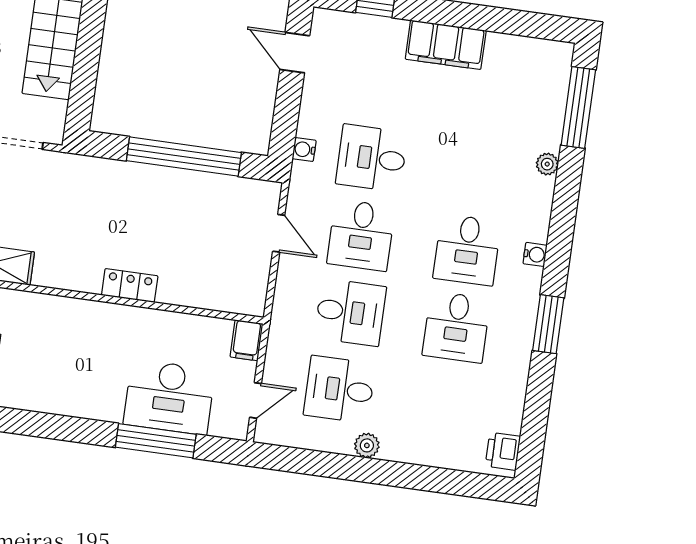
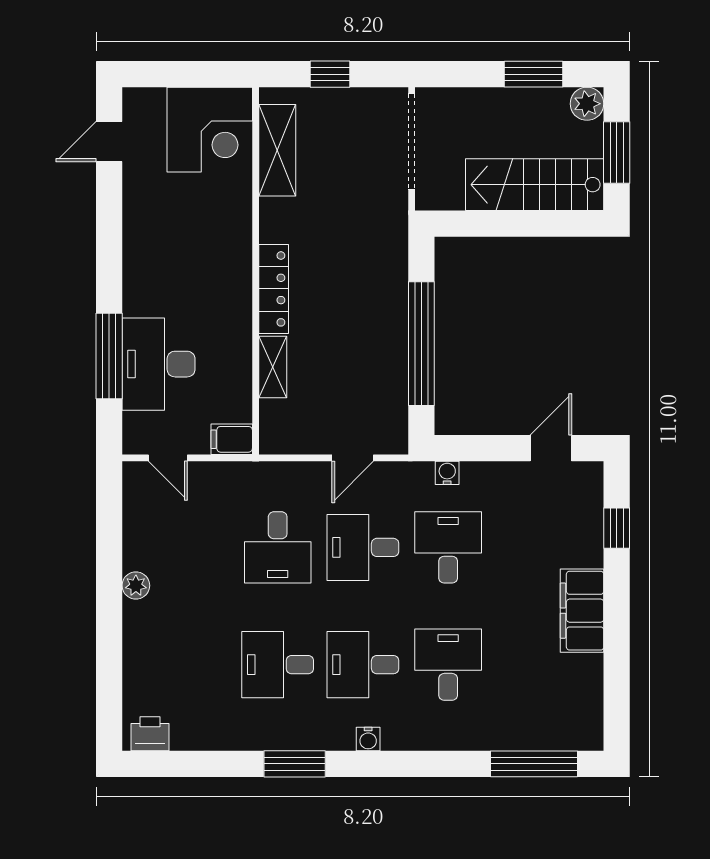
plant: (547, 164) -> (468, 739), removed
locker: (130, 285) -> (274, 289), width x1.53
shelving: (186, 294) -> (273, 367), added
desk: (340, 389) -> (448, 665), moved

